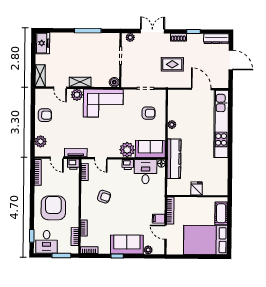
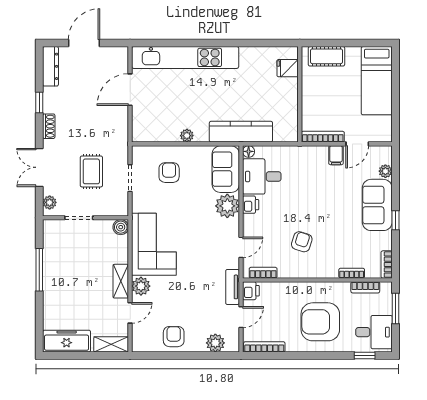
freezer: (43, 43) -> (67, 341), width x1.40
rug: (172, 64) -> (91, 171), moved
fridge: (197, 188) -> (288, 68), moved
bed: (206, 240) -> (377, 81), width x0.67

